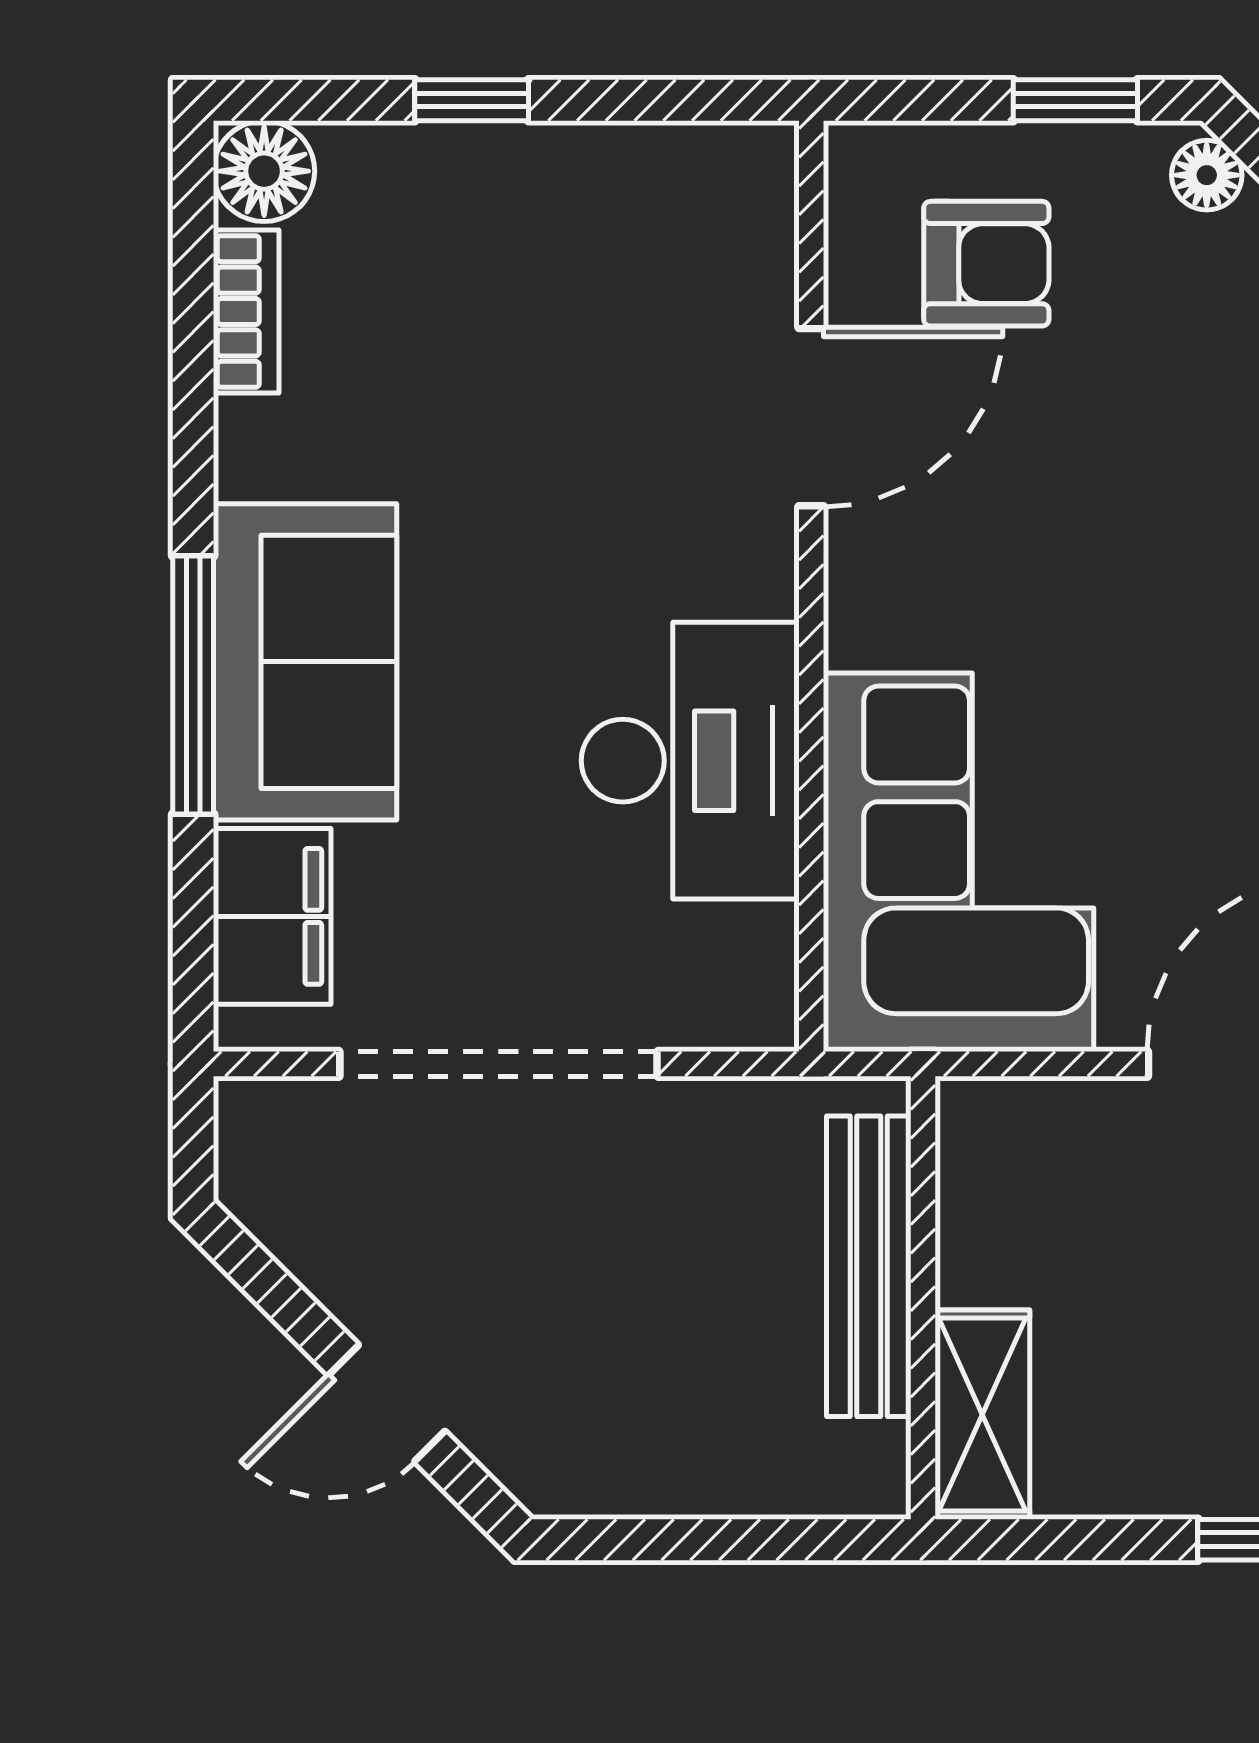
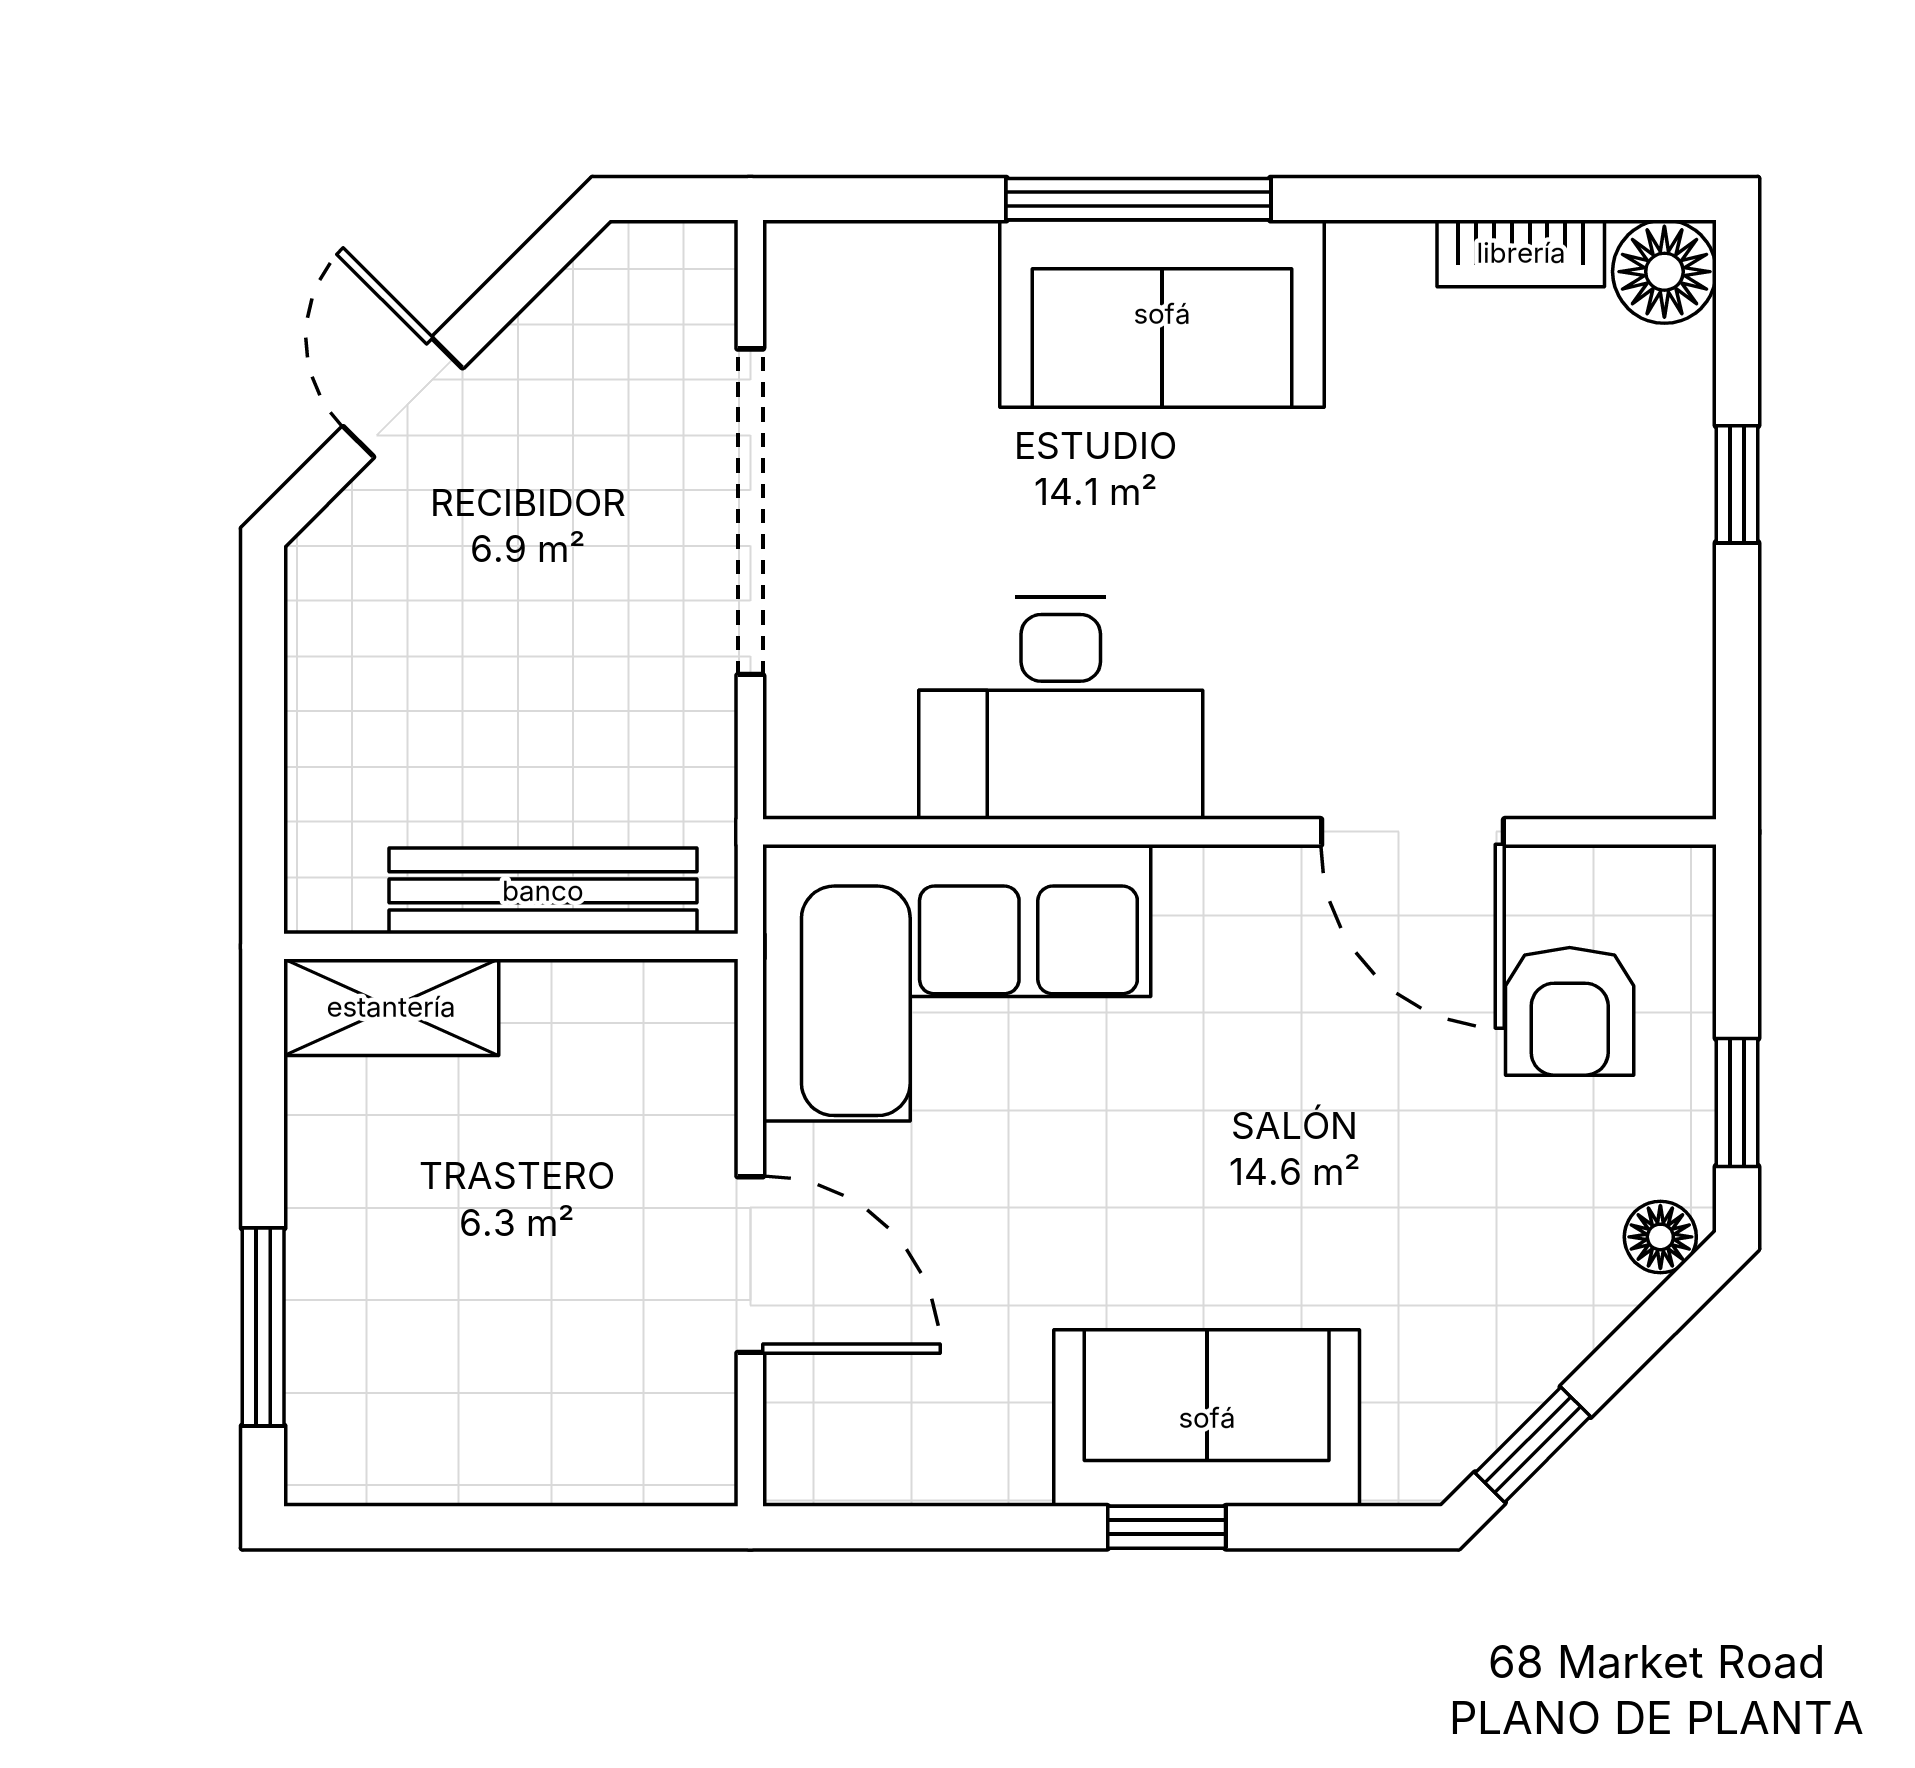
filing cabinet: (272, 916) -> (901, 280), removed

